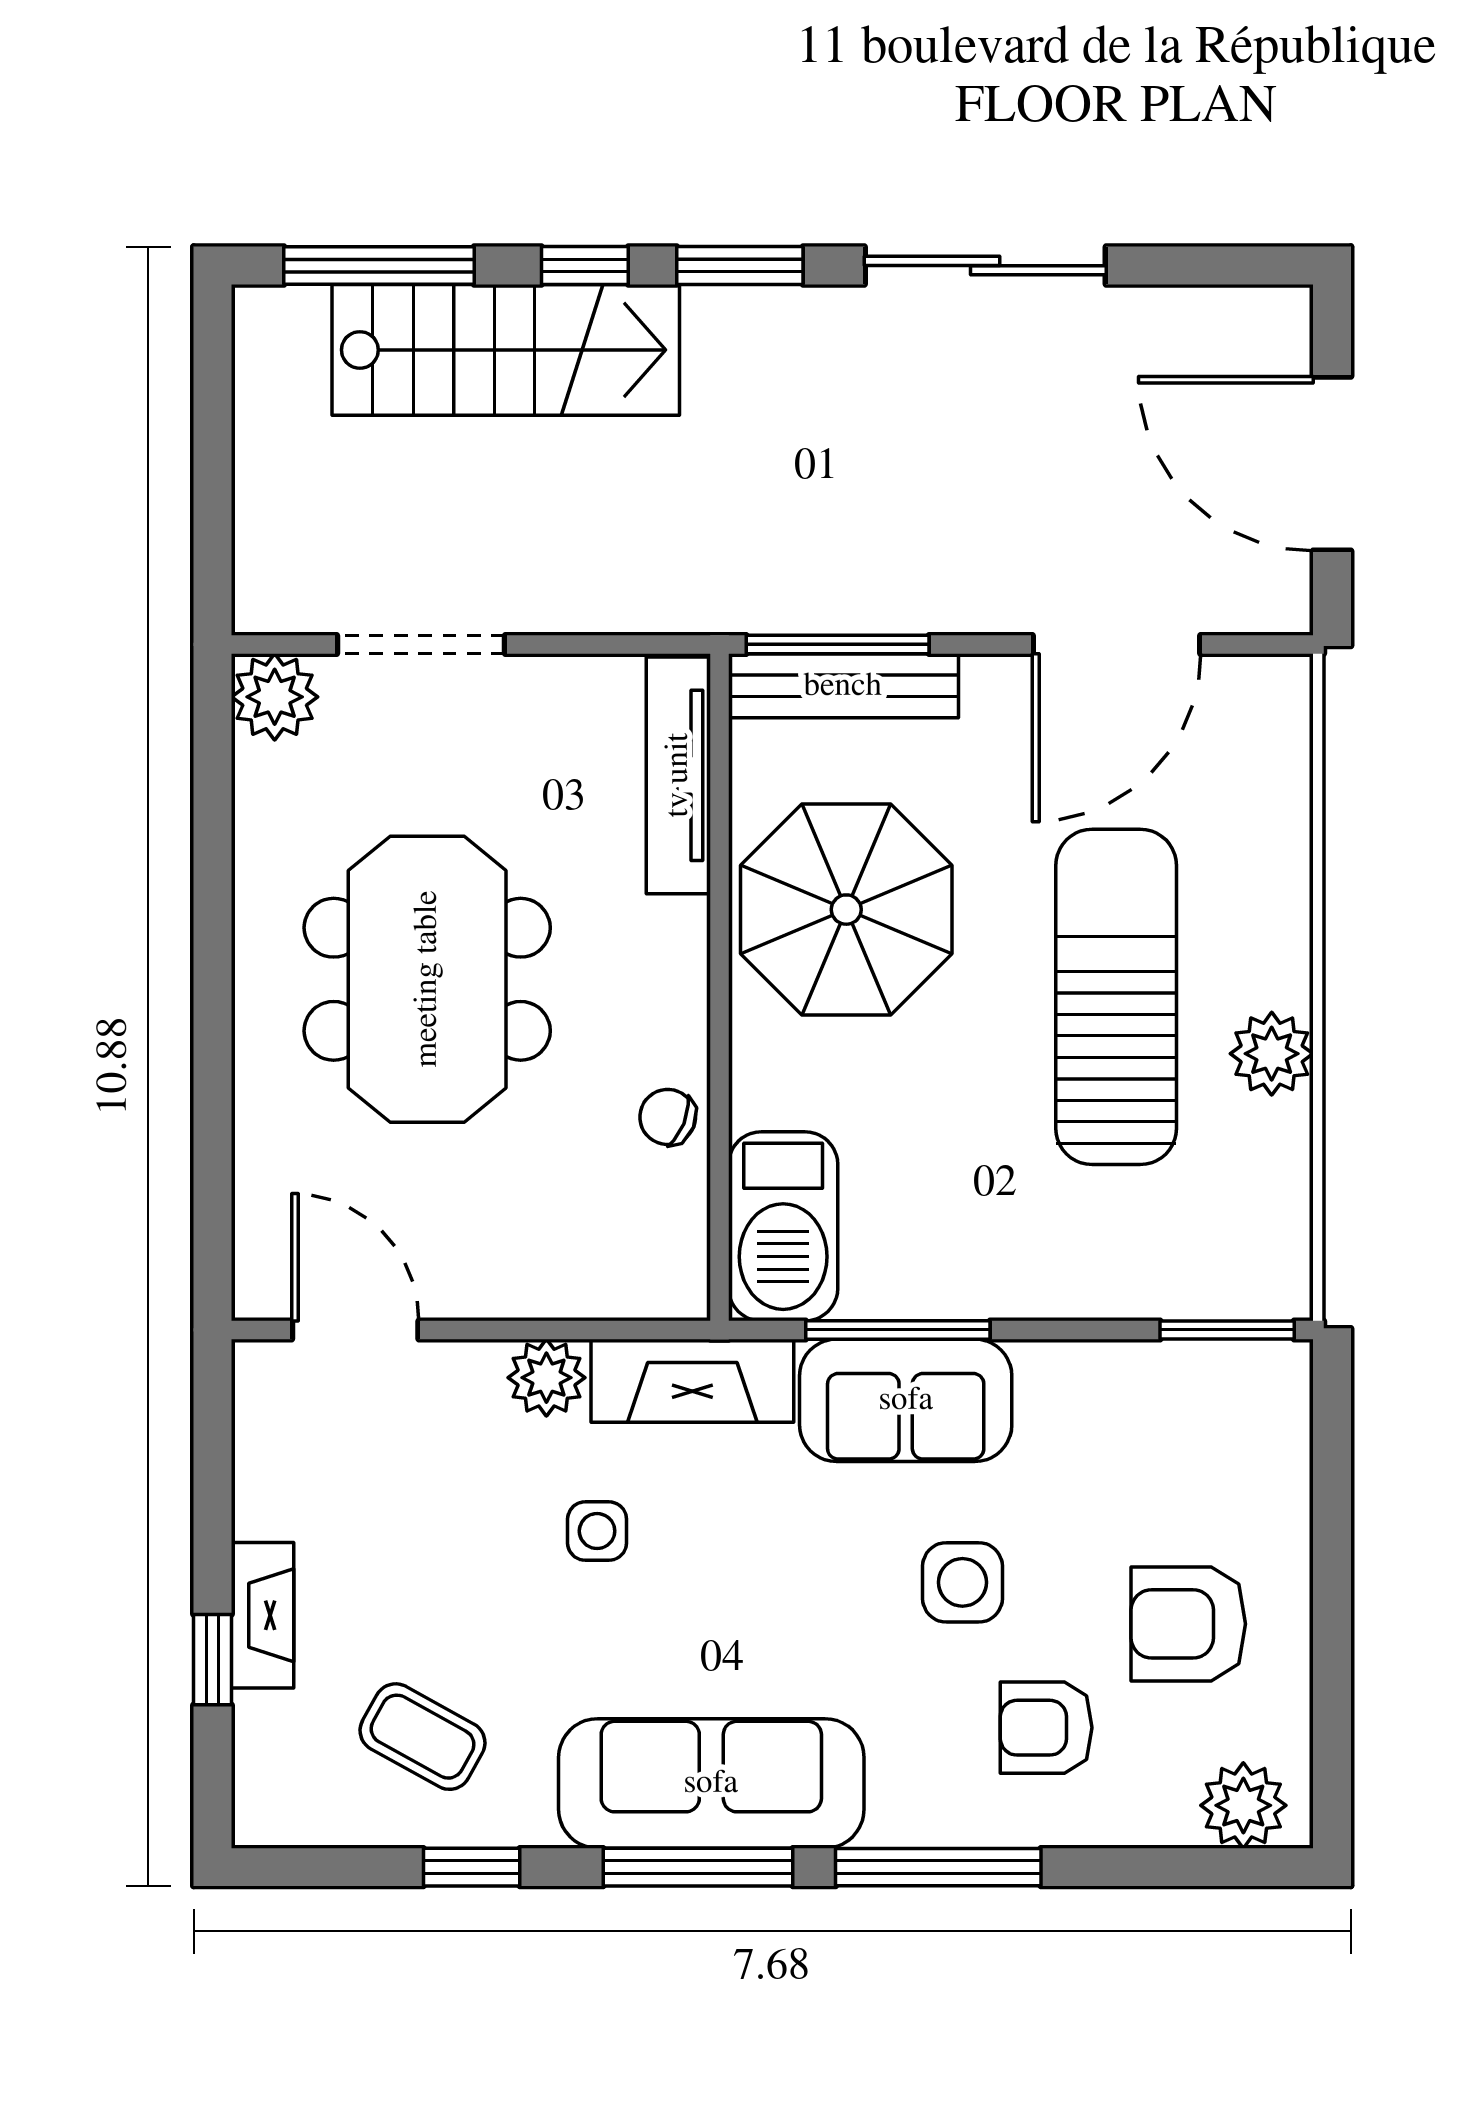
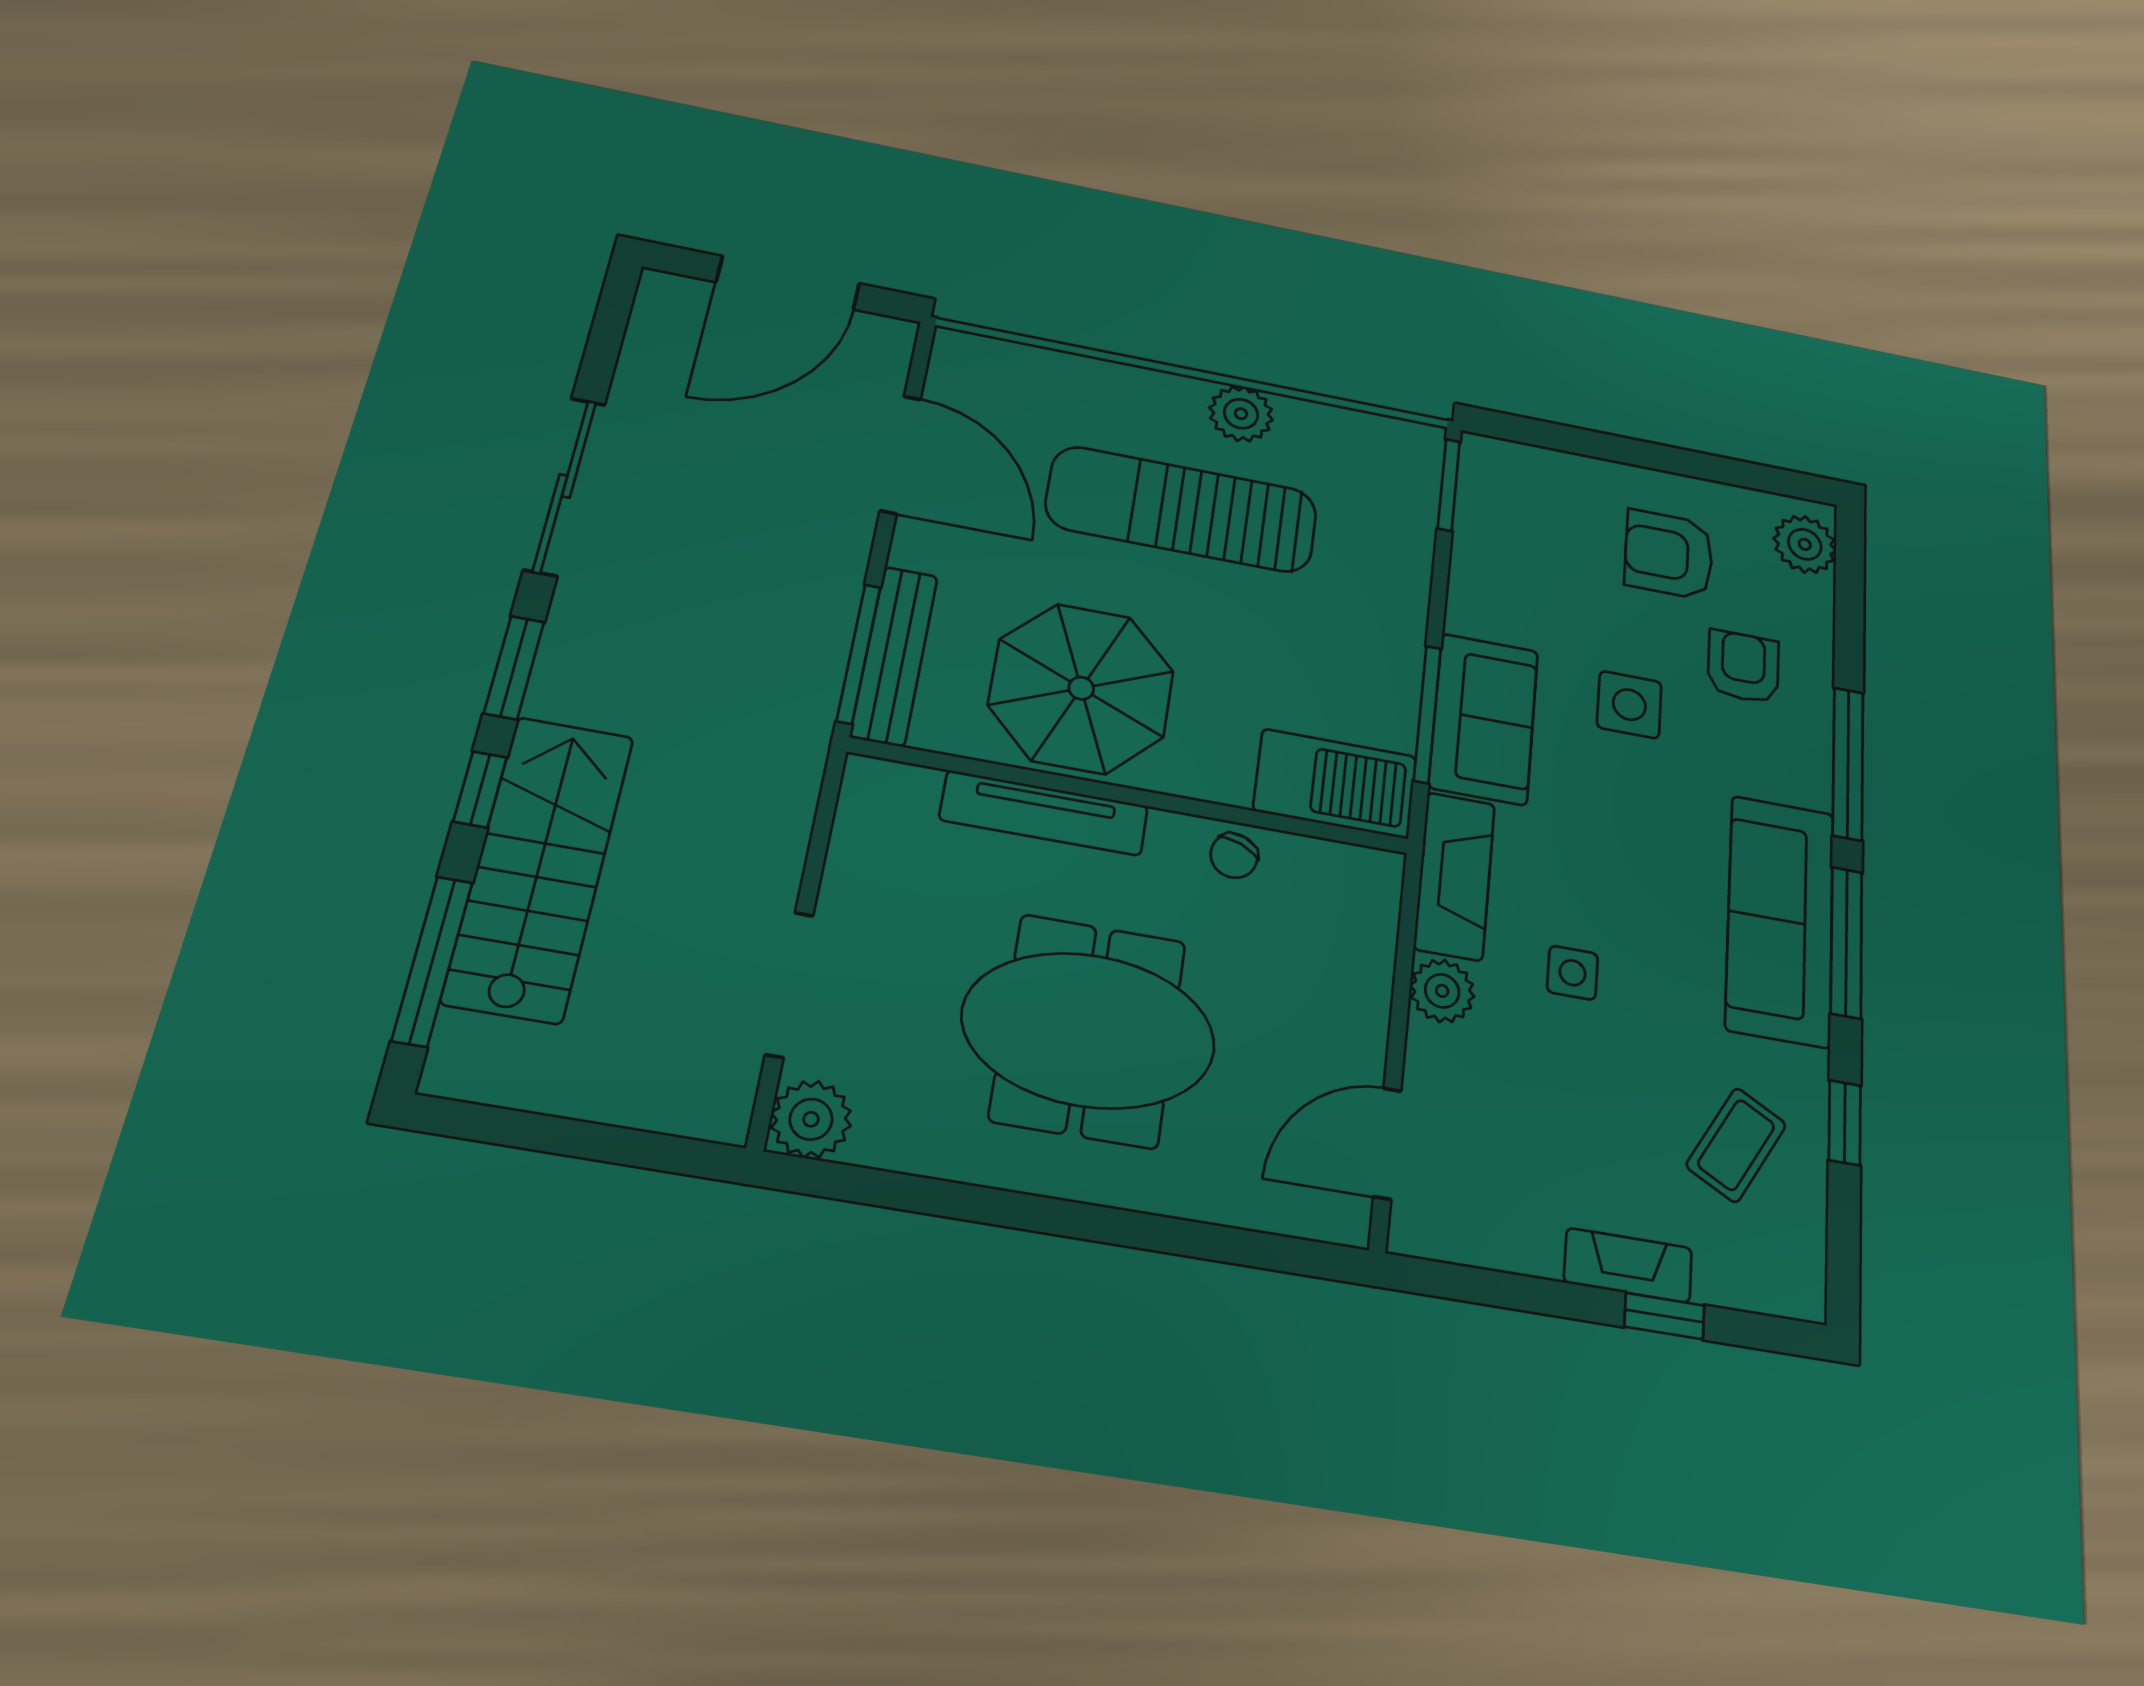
tv unit: (678, 775) -> (1044, 813), moved
armchair: (1188, 1624) -> (1669, 554), turned 90
armchair: (1046, 1728) -> (1743, 667), turned 180

